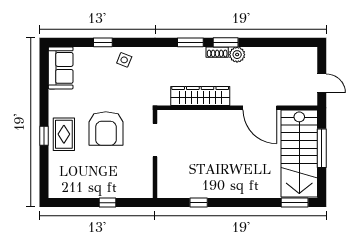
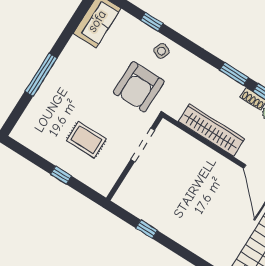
armchair: (106, 129) -> (139, 87), moved
rug: (64, 134) -> (86, 140), moved, turned 90
window: (44, 136) -> (41, 75), width x2.17

